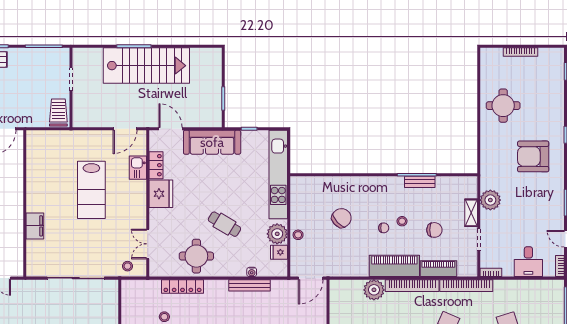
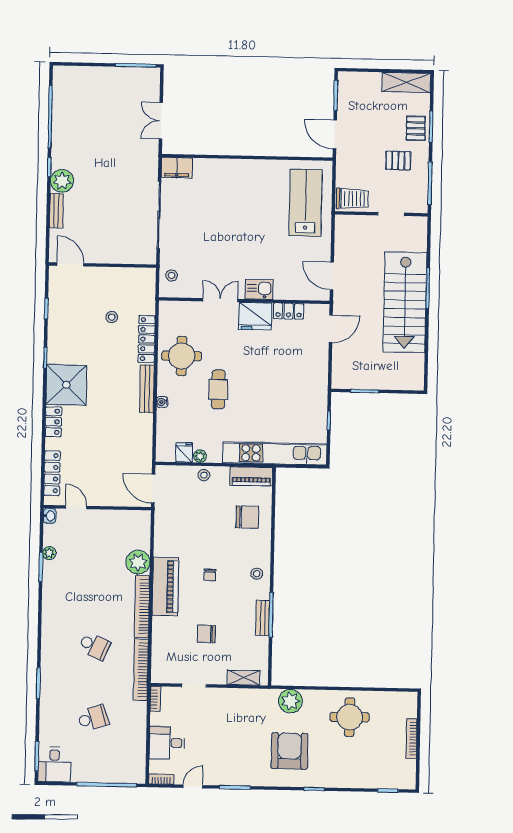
pallet: (25, 74) -> (398, 161), added
sofa: (212, 142) -> (314, 377), removed
kitchen sink: (138, 168) -> (259, 289), moved
lab bench: (91, 190) -> (306, 203), moved, turned 90
plant: (490, 200) -> (290, 701), moved
shelving: (471, 213) -> (244, 678), moved
chair: (341, 218) -> (247, 517), moved, turned -47
stool: (402, 221) -> (257, 574), moved
cafe table: (224, 224) -> (218, 390), turned -31
filing cabinet: (35, 226) -> (177, 168), moved
chair: (434, 230) -> (206, 634), turned 90
plant: (277, 234) -> (200, 456), width x0.53, depth x0.53
double door: (148, 244) -> (220, 300), moved
piano: (438, 269) -> (251, 476), moved, turned 90
water cooler: (252, 272) -> (162, 402), moved
bench: (249, 285) -> (147, 389), moved

